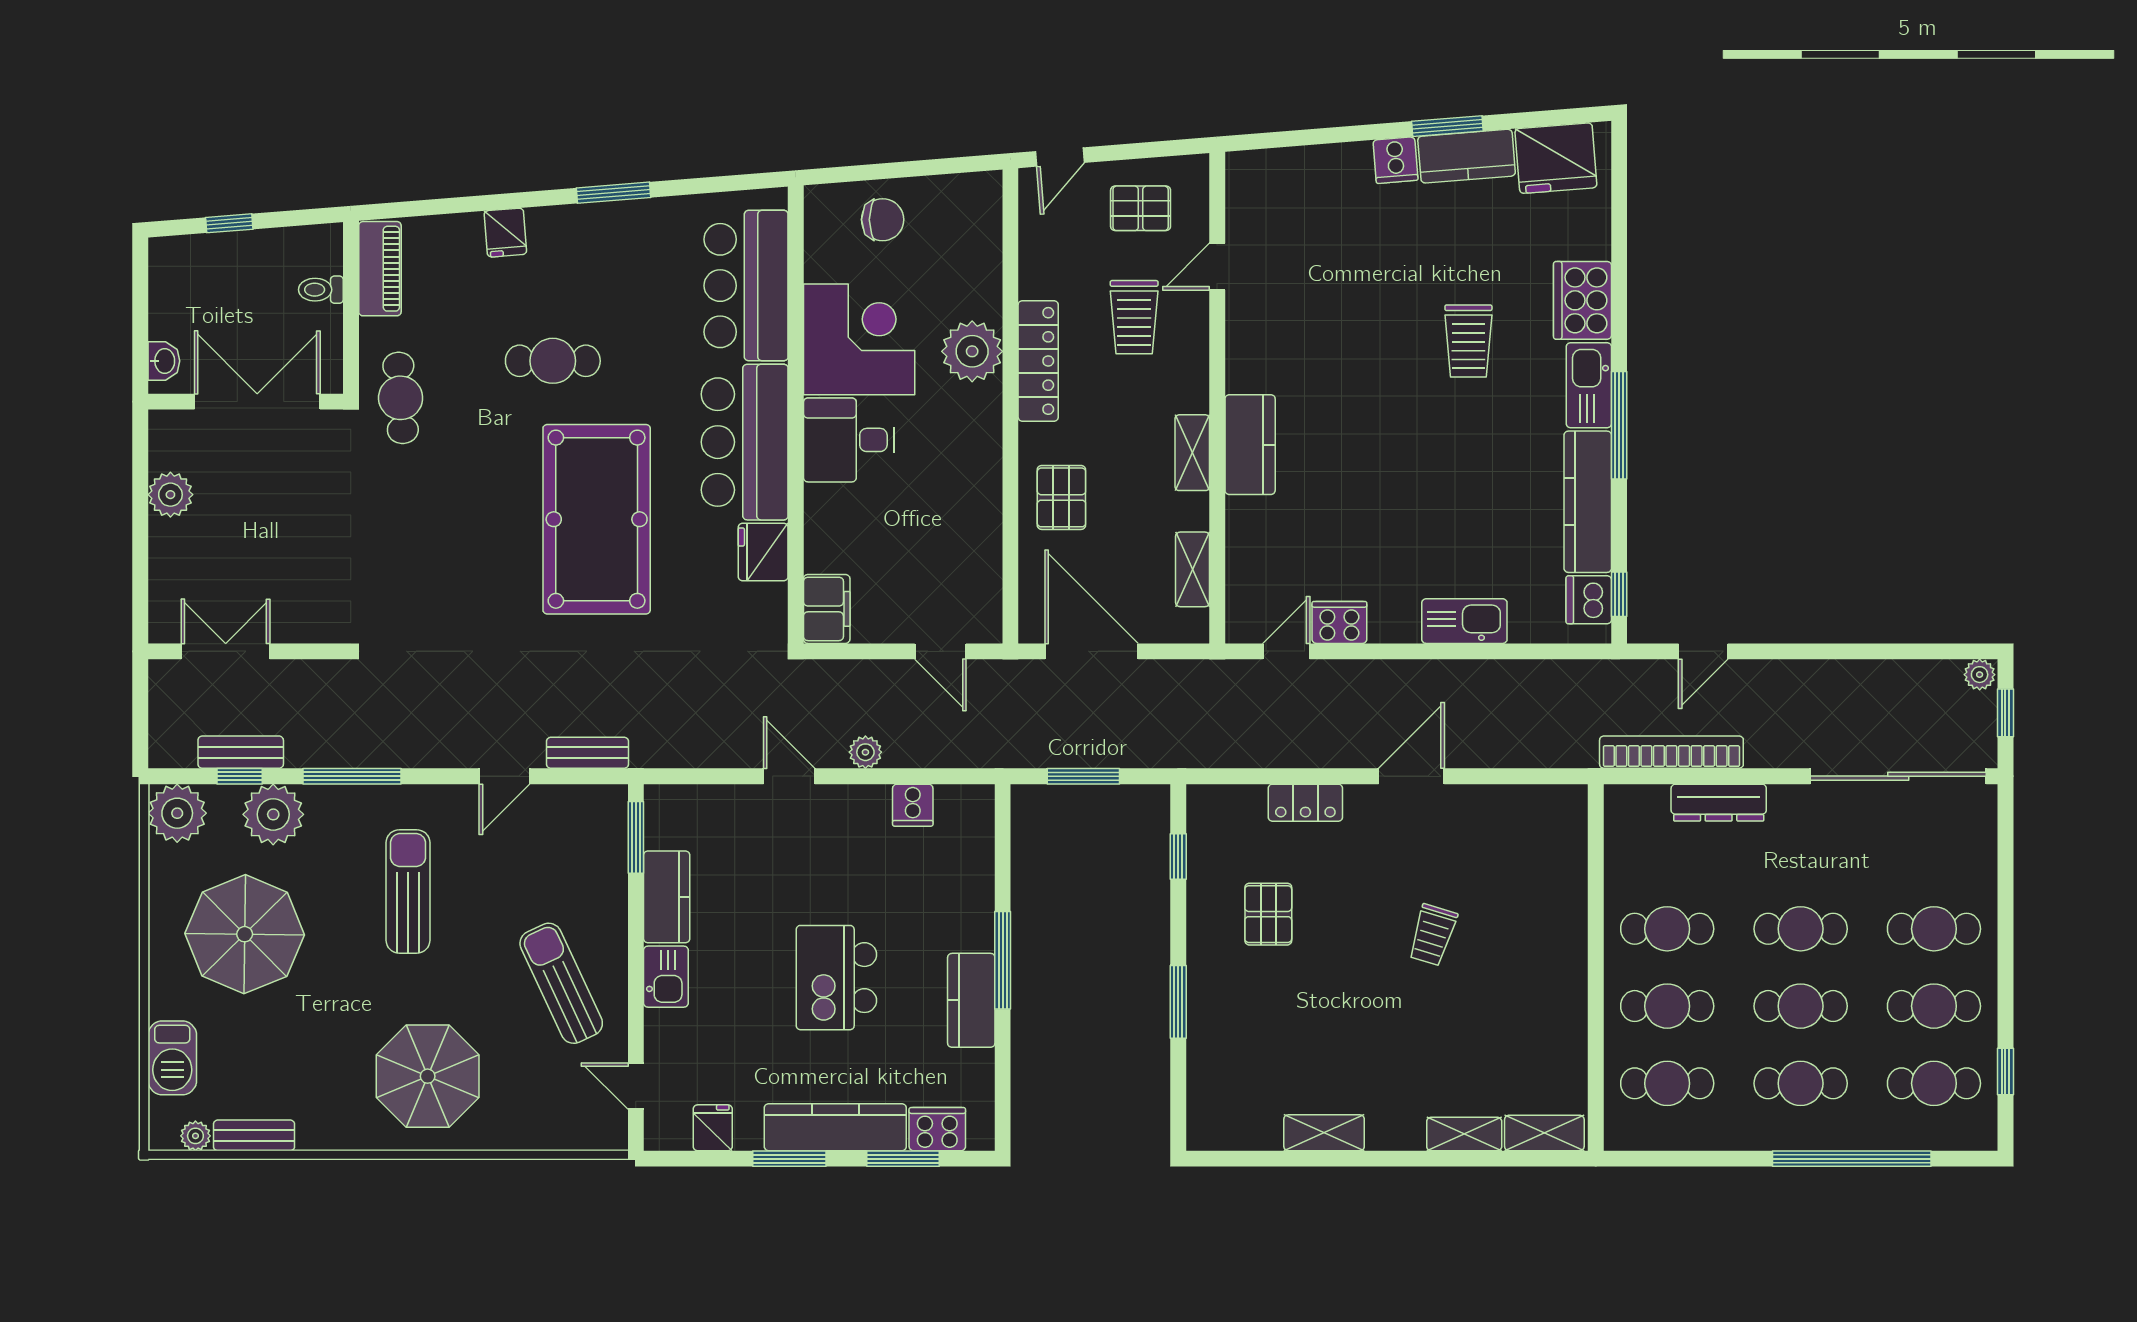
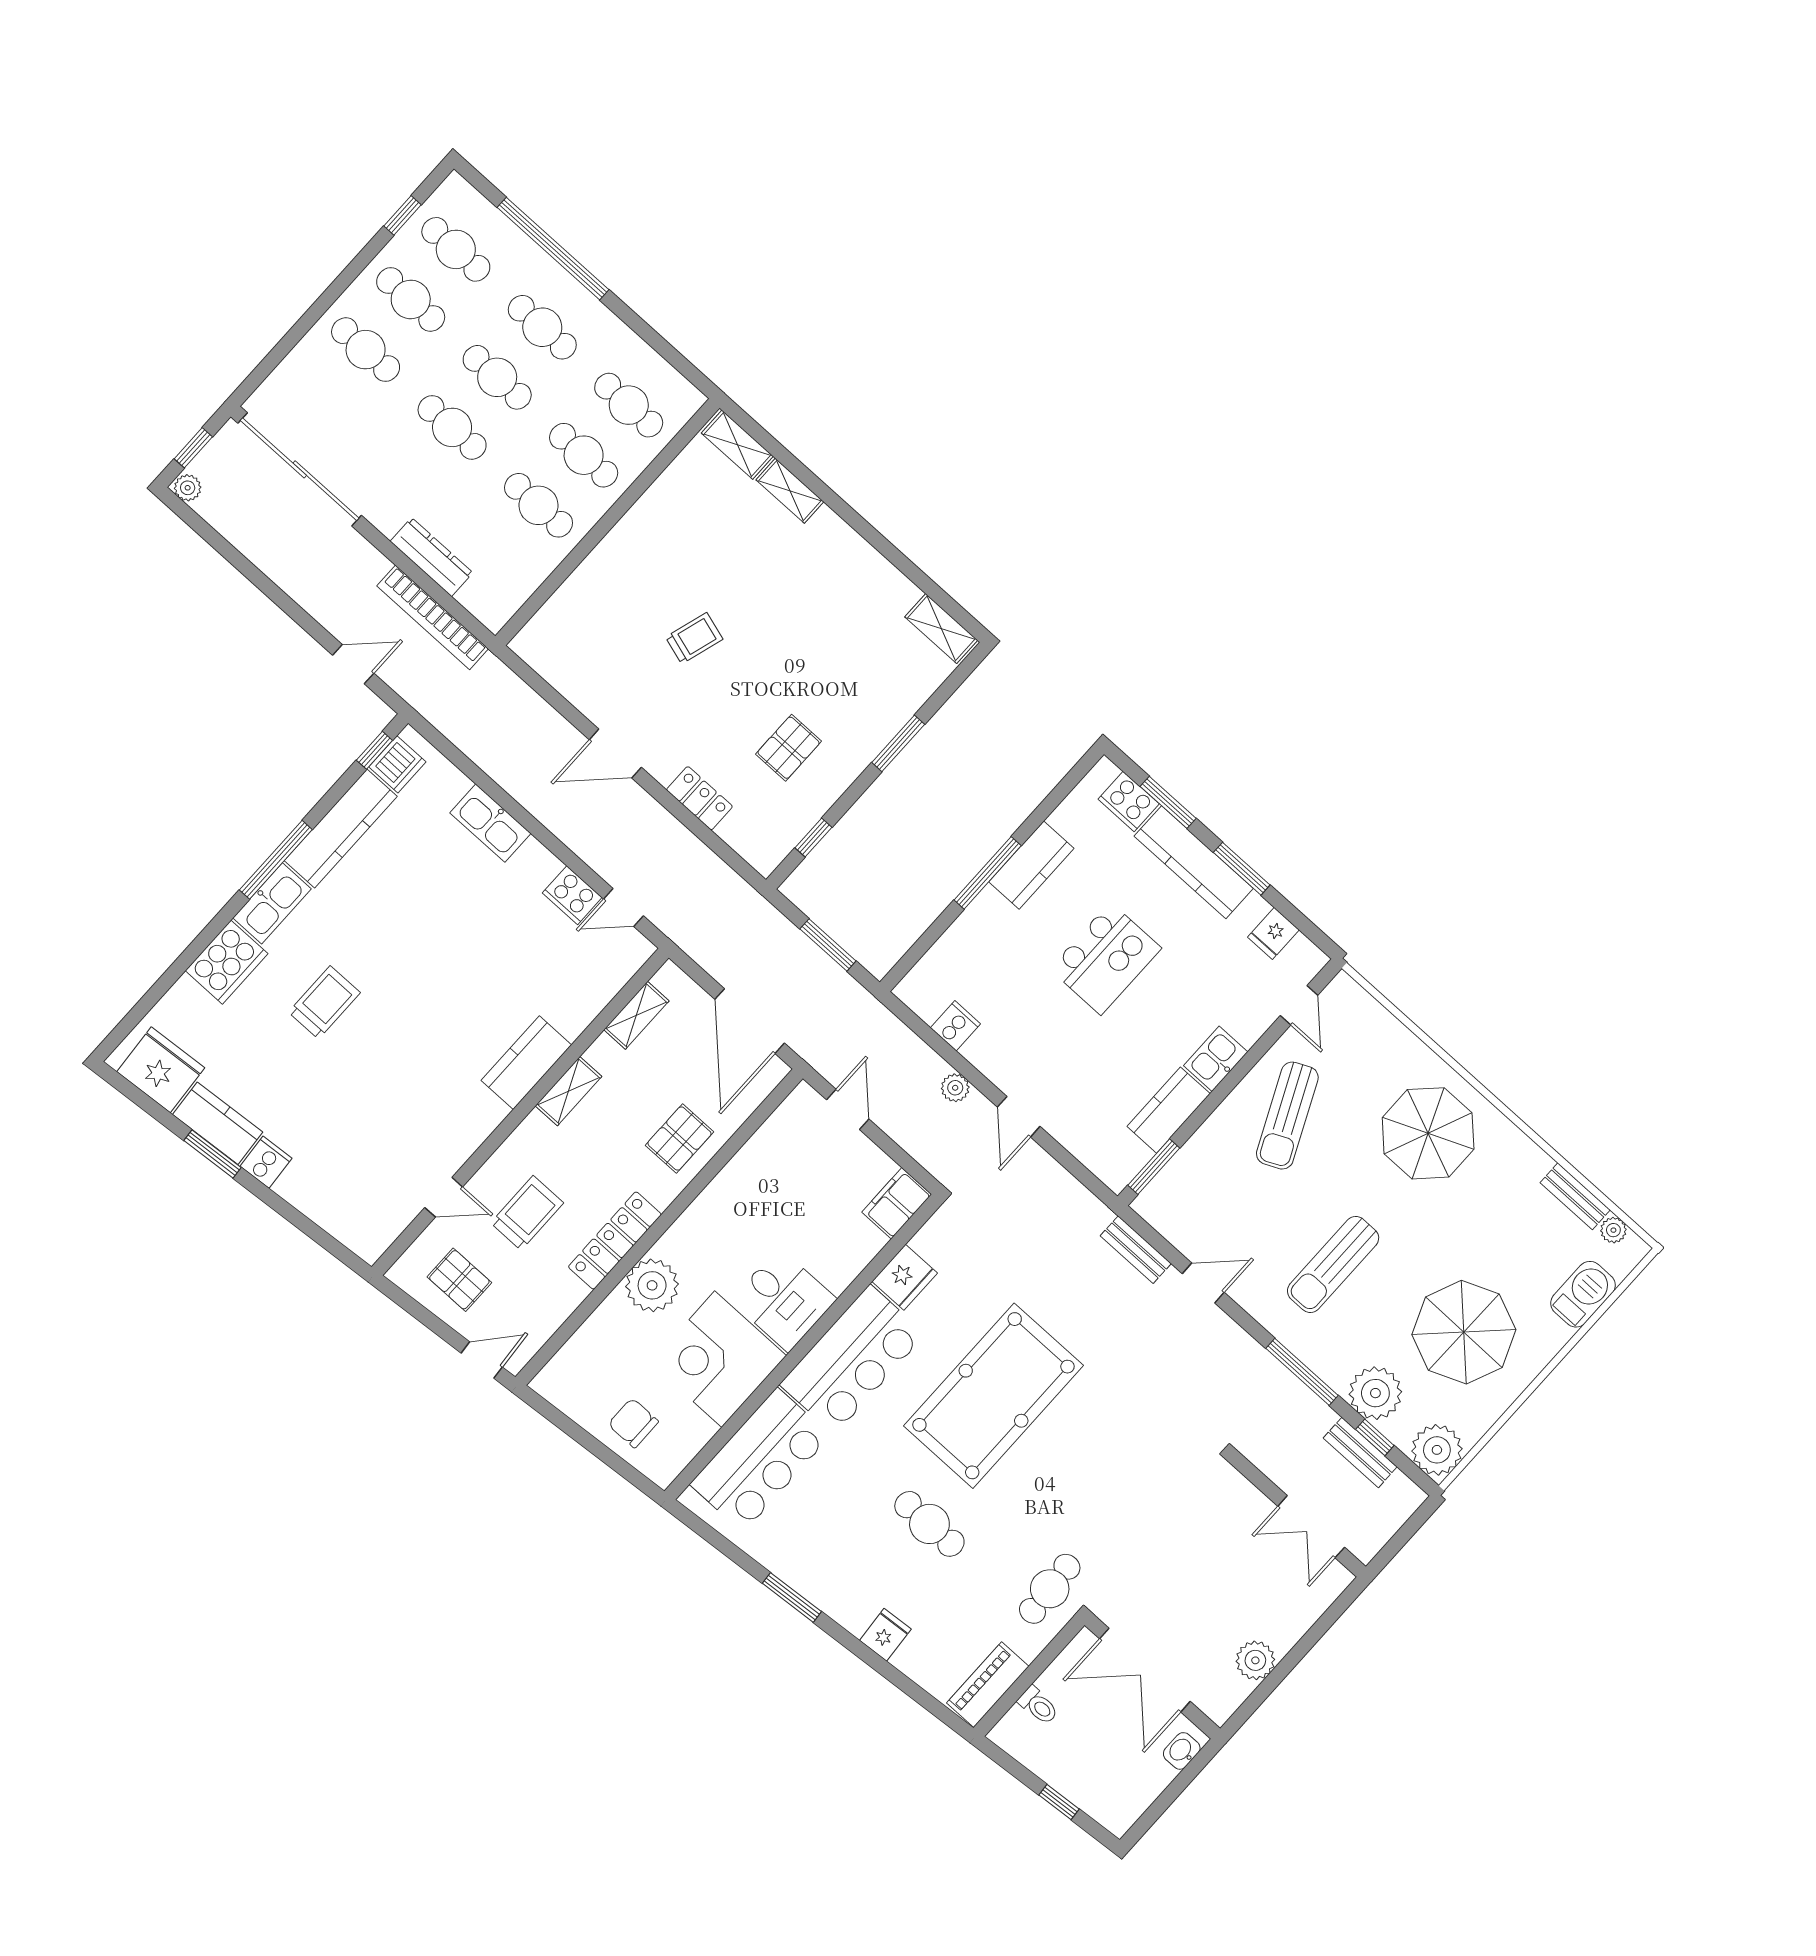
shelving: (1324, 1133) -> (941, 628), moved

